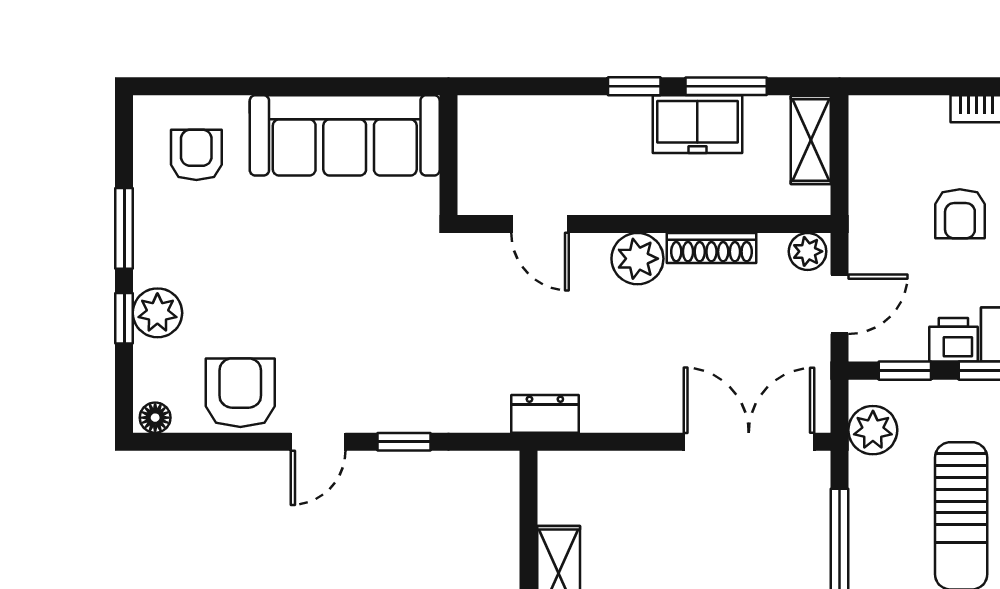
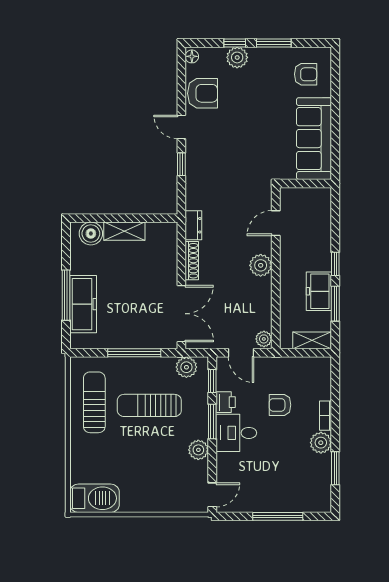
shoe rack: (711, 248) -> (192, 261), moved, turned 180

